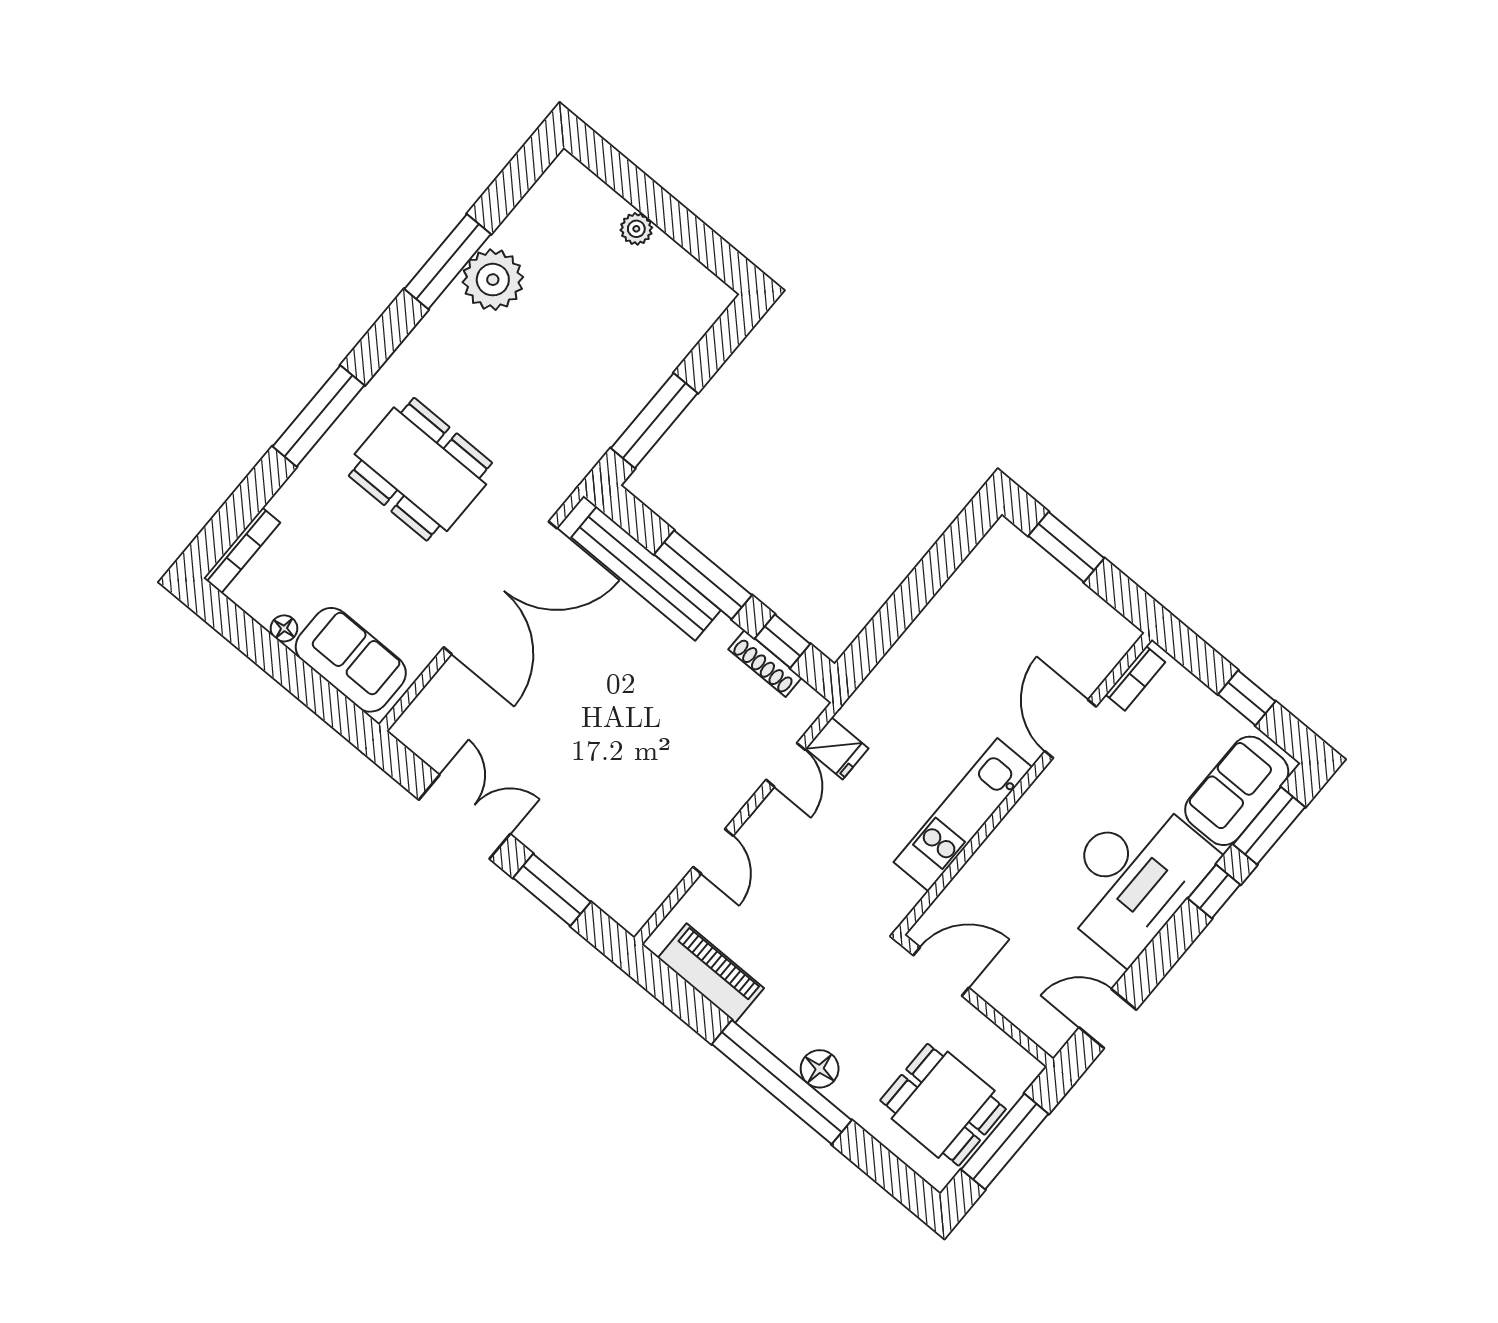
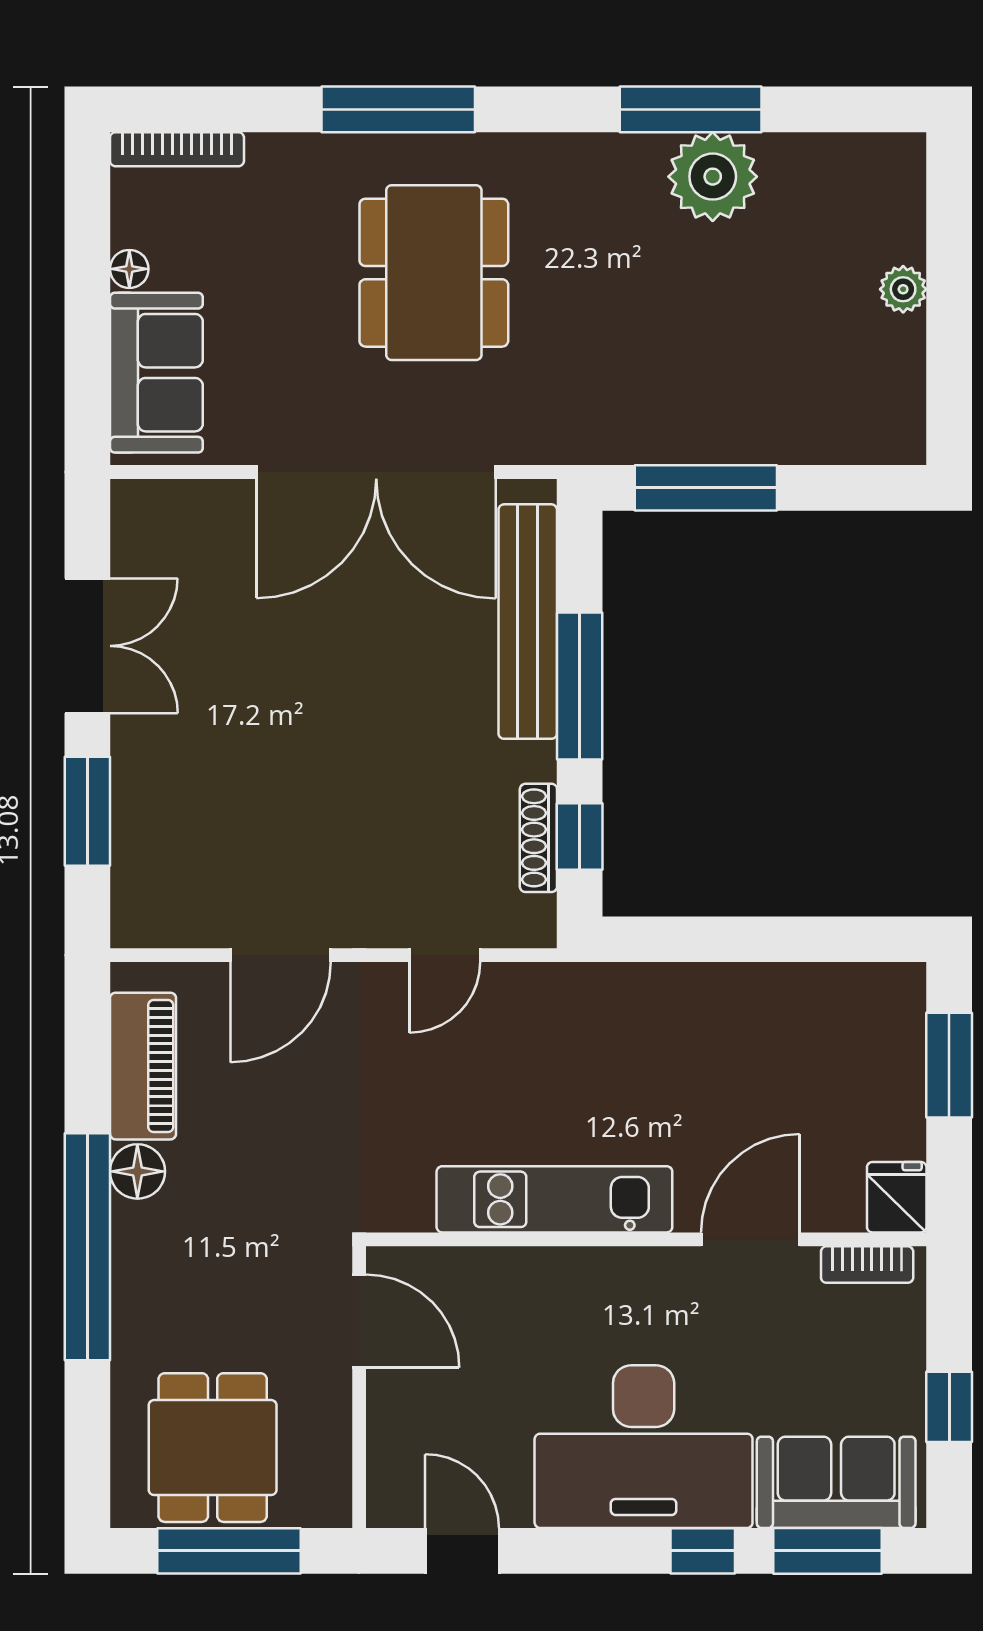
fridge: (837, 748) -> (897, 1197), moved, turned 180
door: (713, 851) -> (281, 955), width x1.38
floor lamp: (820, 1069) -> (137, 1171), moved

